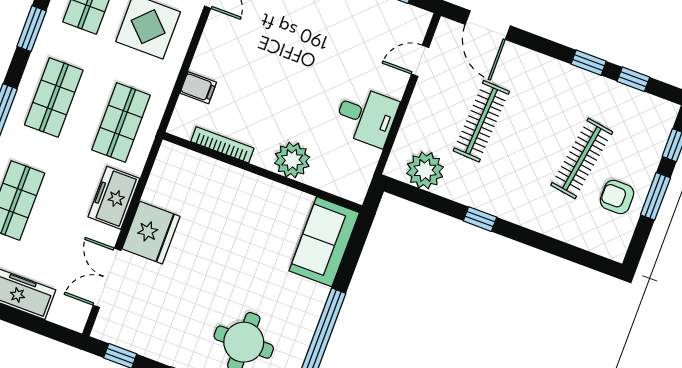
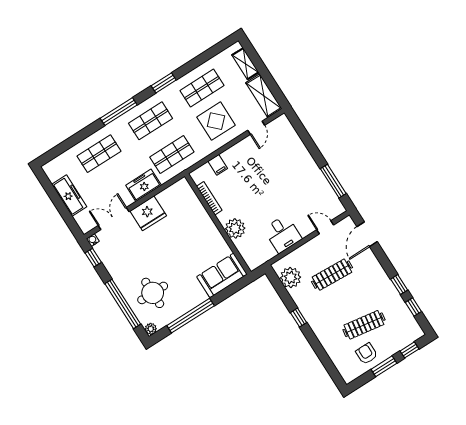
water cooler: (100, 331) -> (93, 240), added

